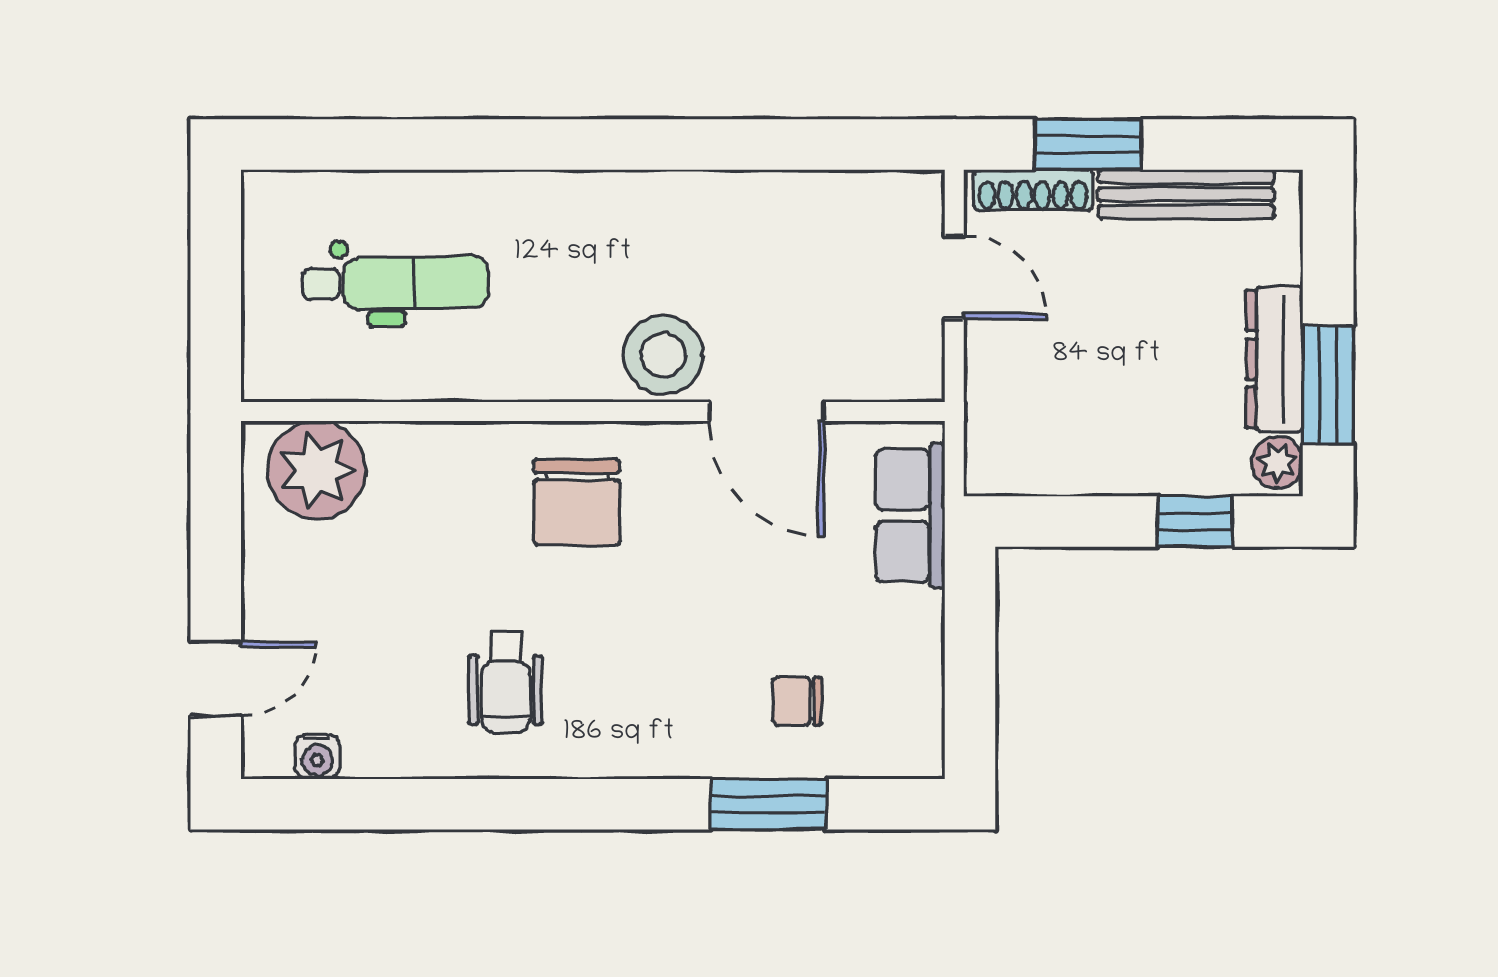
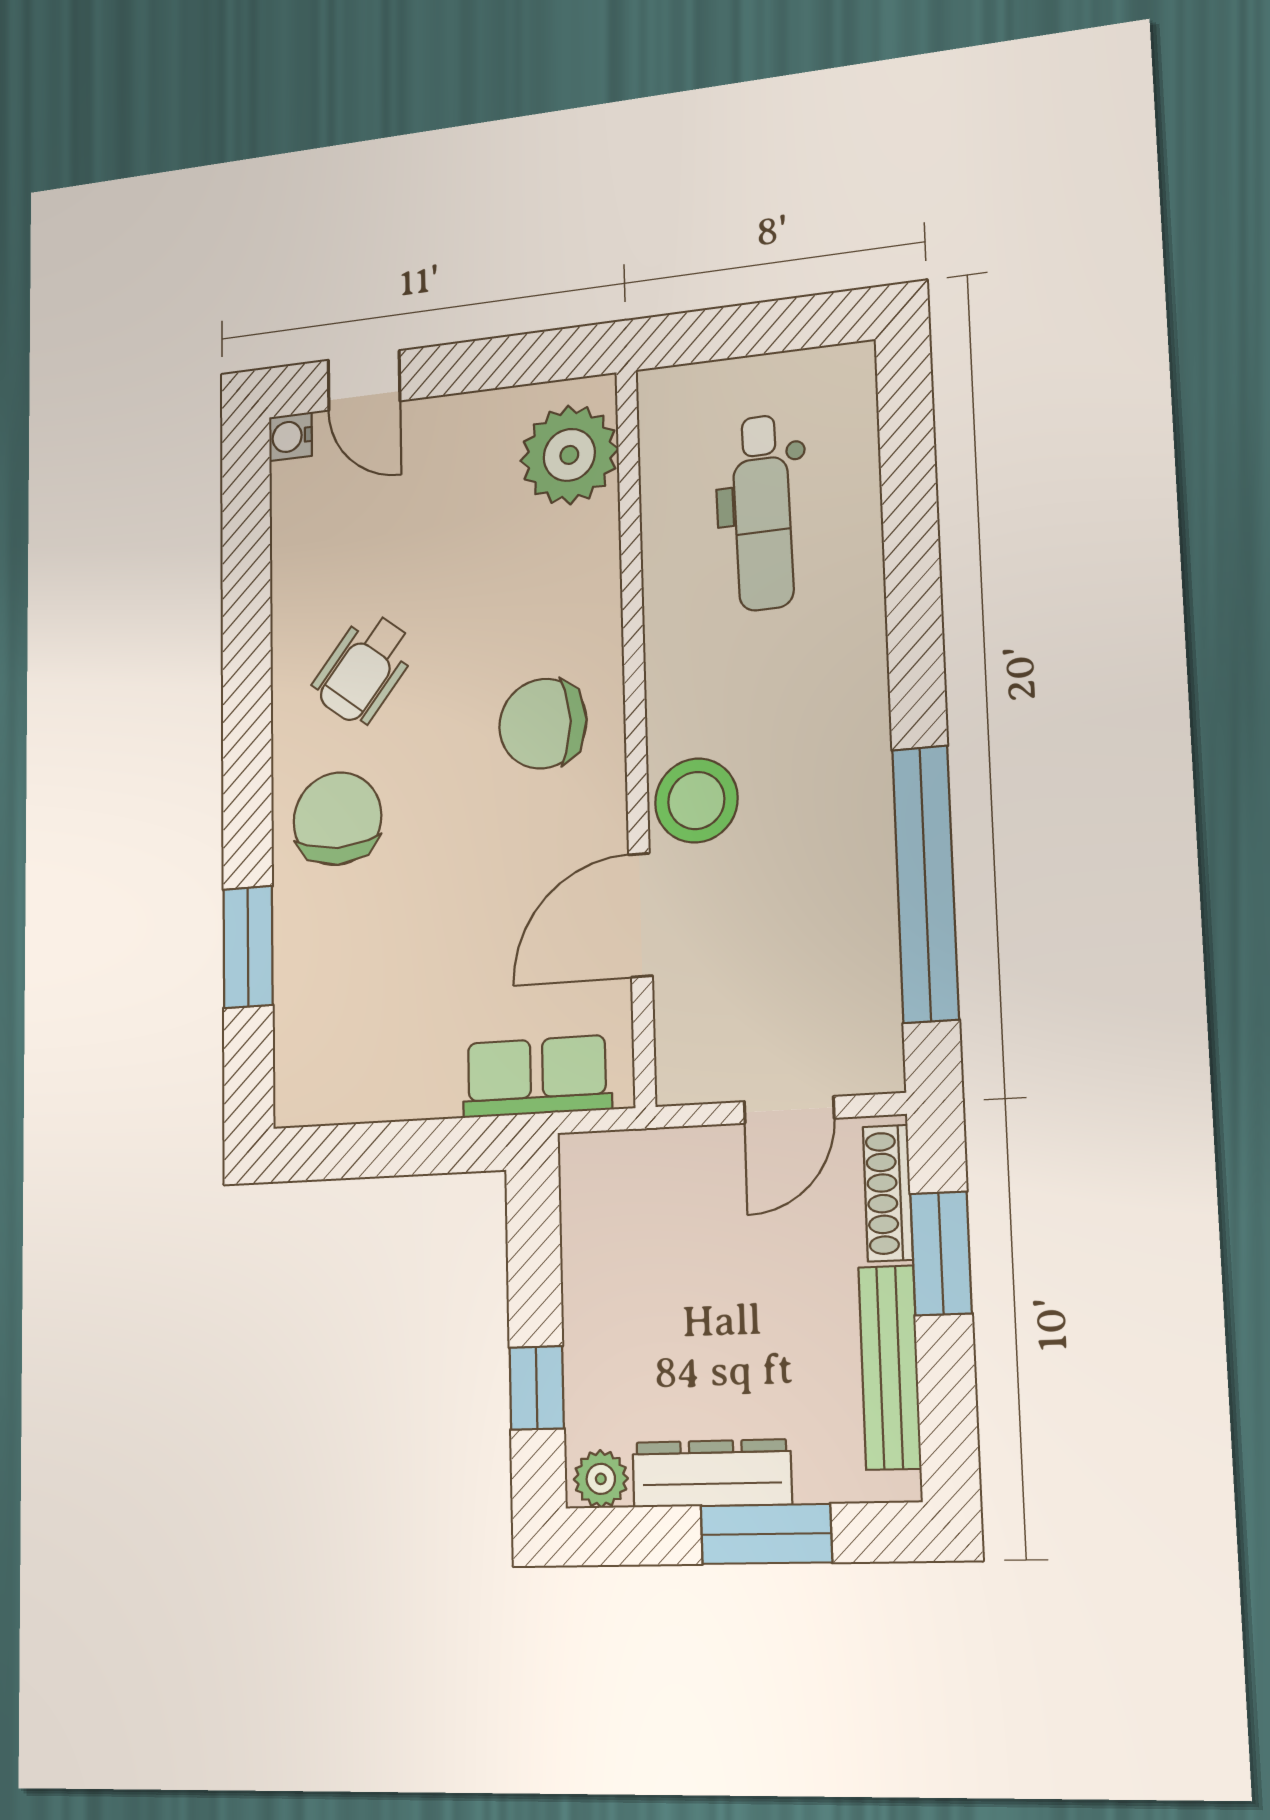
window: (758, 144) -> (925, 884), added
window: (1328, 385) -> (766, 1534), moved
wheelchair: (506, 682) -> (364, 669), turned -52
chair: (797, 701) -> (337, 819), moved, width x1.87, depth x1.87
water cooler: (317, 757) -> (291, 437), moved

